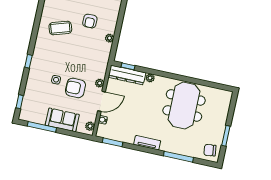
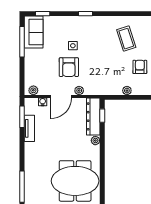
armchair: (90, 21) -> (140, 67), turned 90
armchair: (75, 88) -> (69, 67), turned 180
door: (101, 101) -> (61, 96), hinge flipped
sofa: (62, 120) -> (34, 32), moved
tv unit: (147, 143) -> (29, 128), moved

